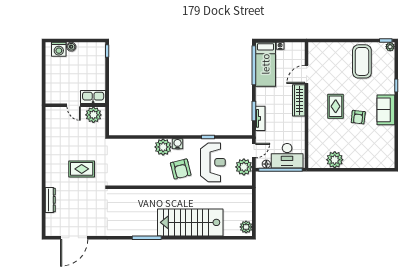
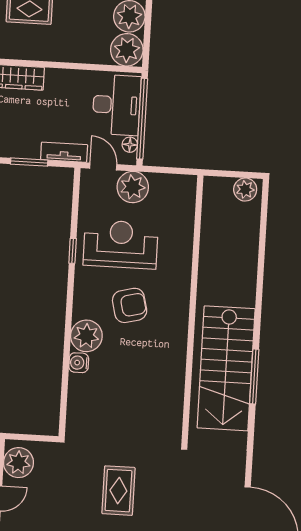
tv unit: (260, 118) -> (64, 152), moved
water cooler: (178, 144) -> (79, 363), moved
plant: (317, 159) -> (127, 50), added
wall: (181, 187) -> (192, 309), moved
stairs: (190, 222) -> (226, 368), moved

